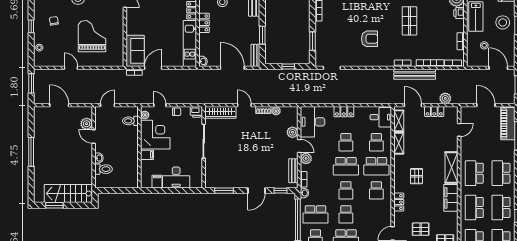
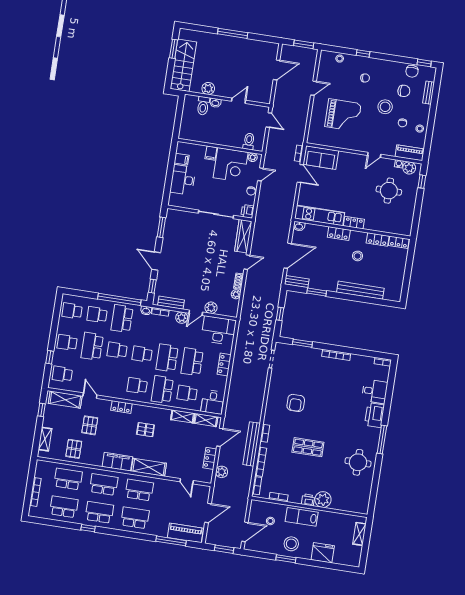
plant: (87, 124) -> (208, 89), moved
school desk: (346, 142) -> (192, 362), width x1.85

